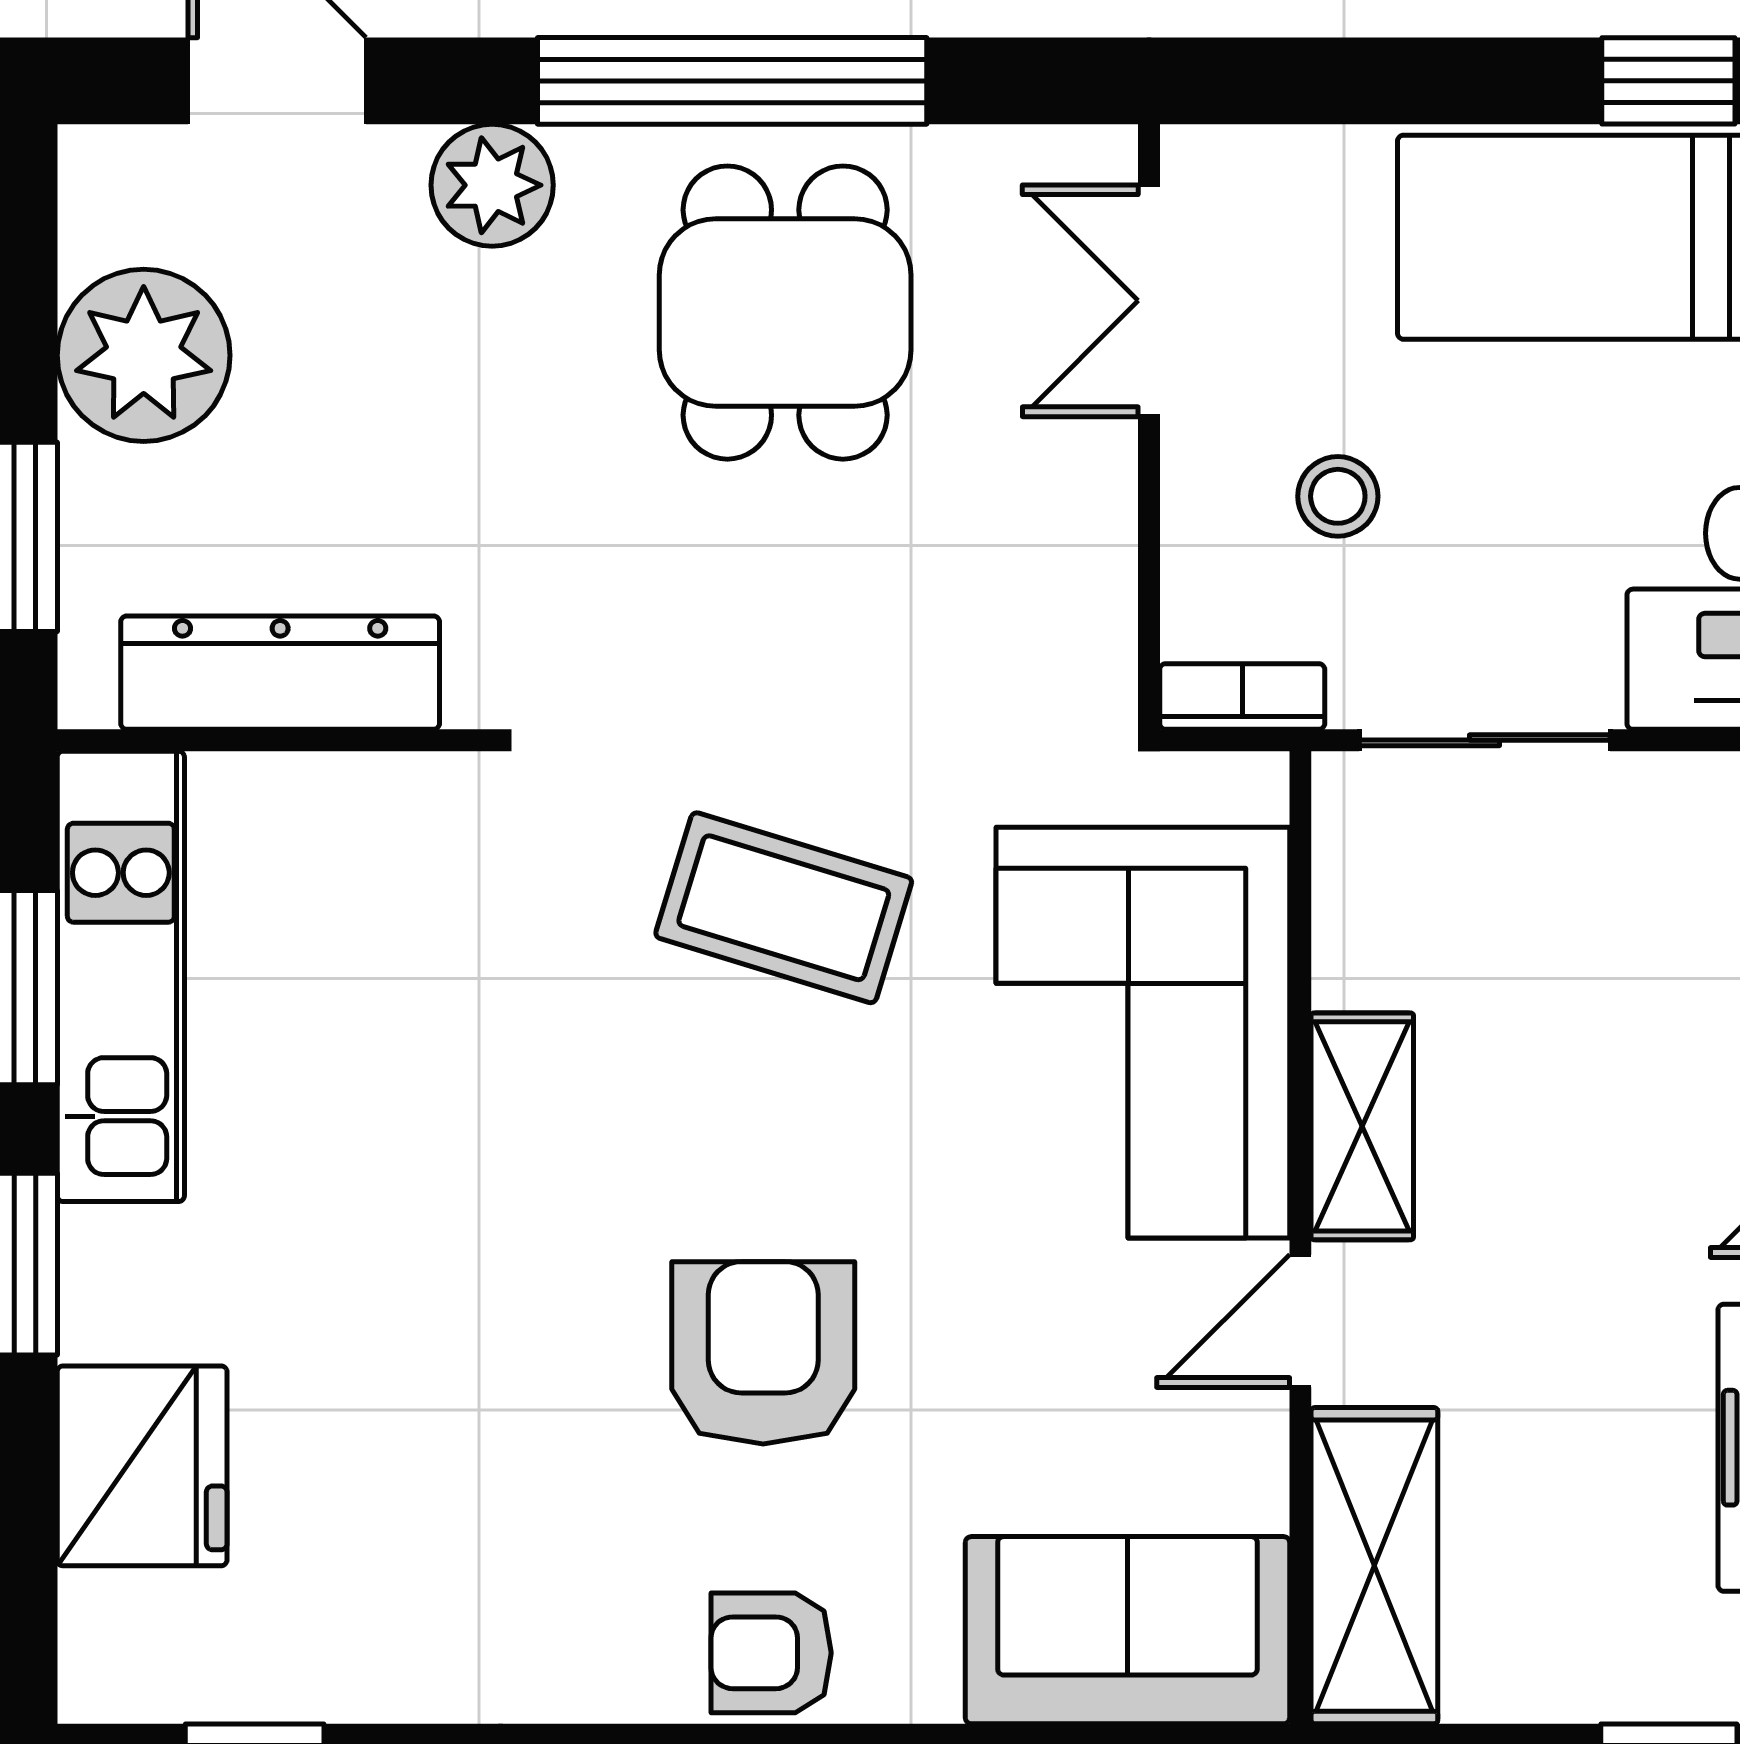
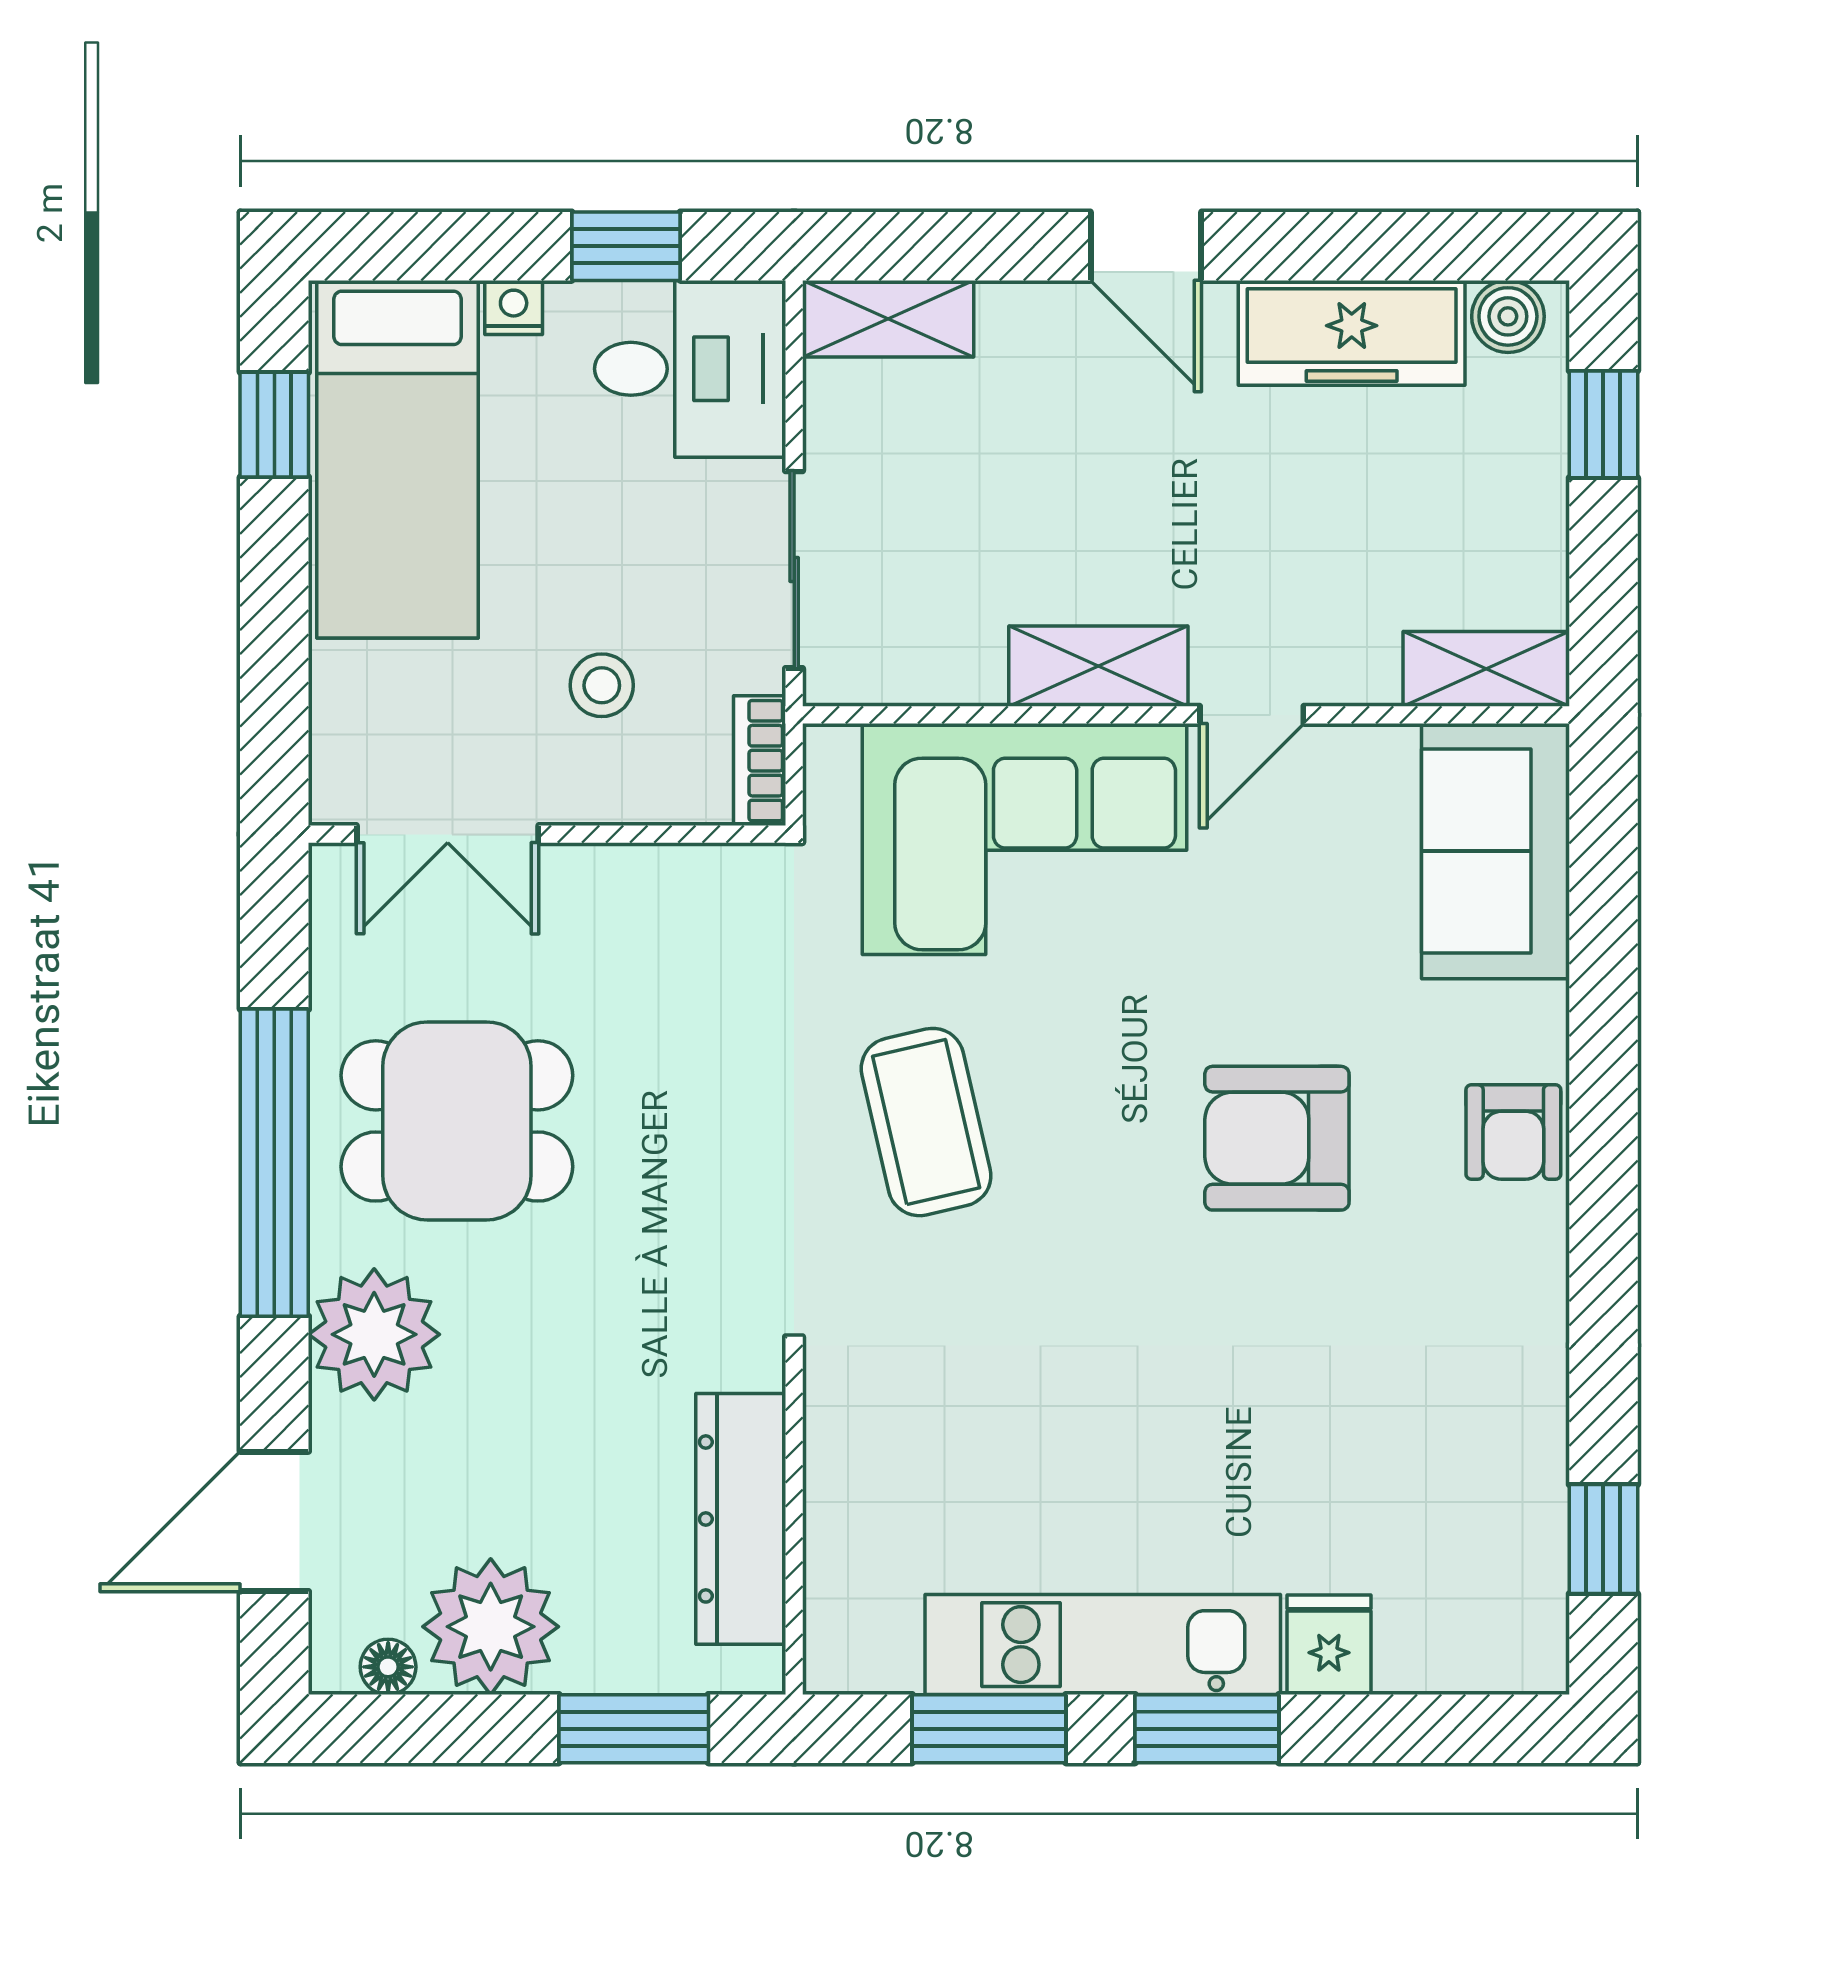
plant: (492, 185) -> (374, 1334), width x1.36, depth x1.36
floor lamp: (93, 225) -> (388, 1667), added
coffee table: (784, 908) -> (926, 1122), turned -30
kitchen unit: (121, 976) -> (1103, 1645), moved
door: (1300, 1321) -> (1252, 715), hinge flipped
fridge: (142, 1466) -> (1329, 1645), width x0.53, depth x0.75
shelving: (1374, 1566) -> (1486, 669), width x0.67, depth x0.75

